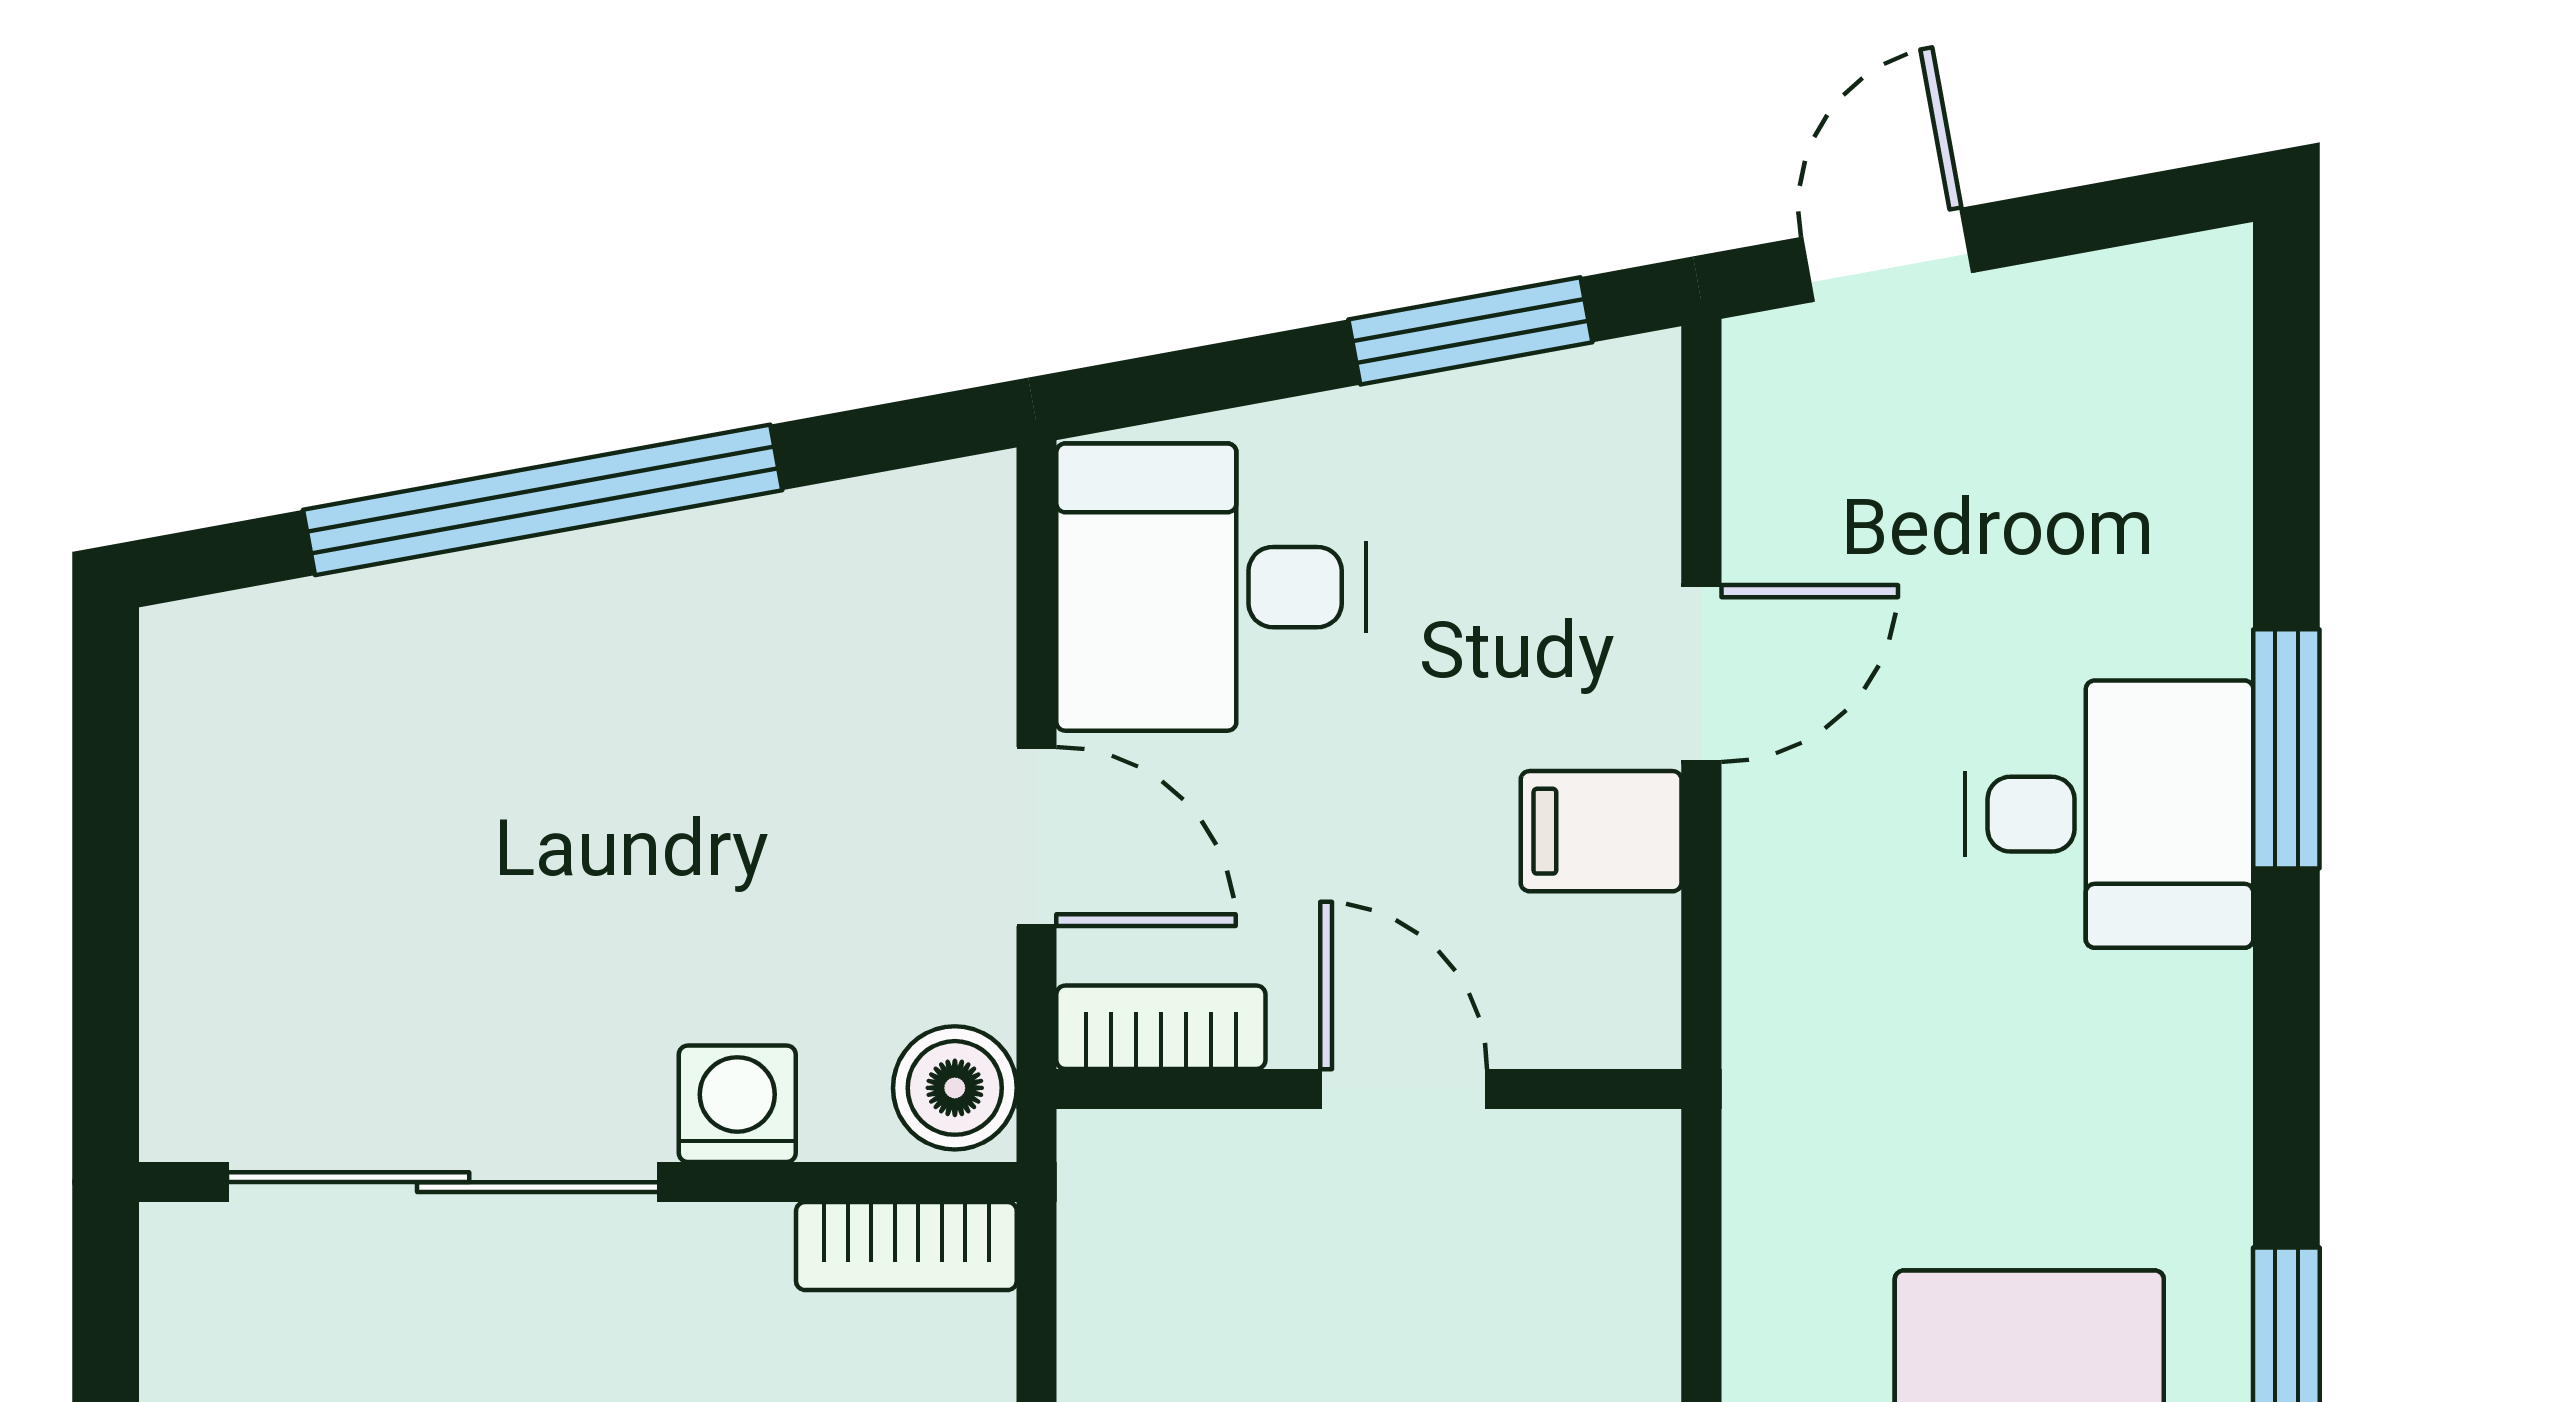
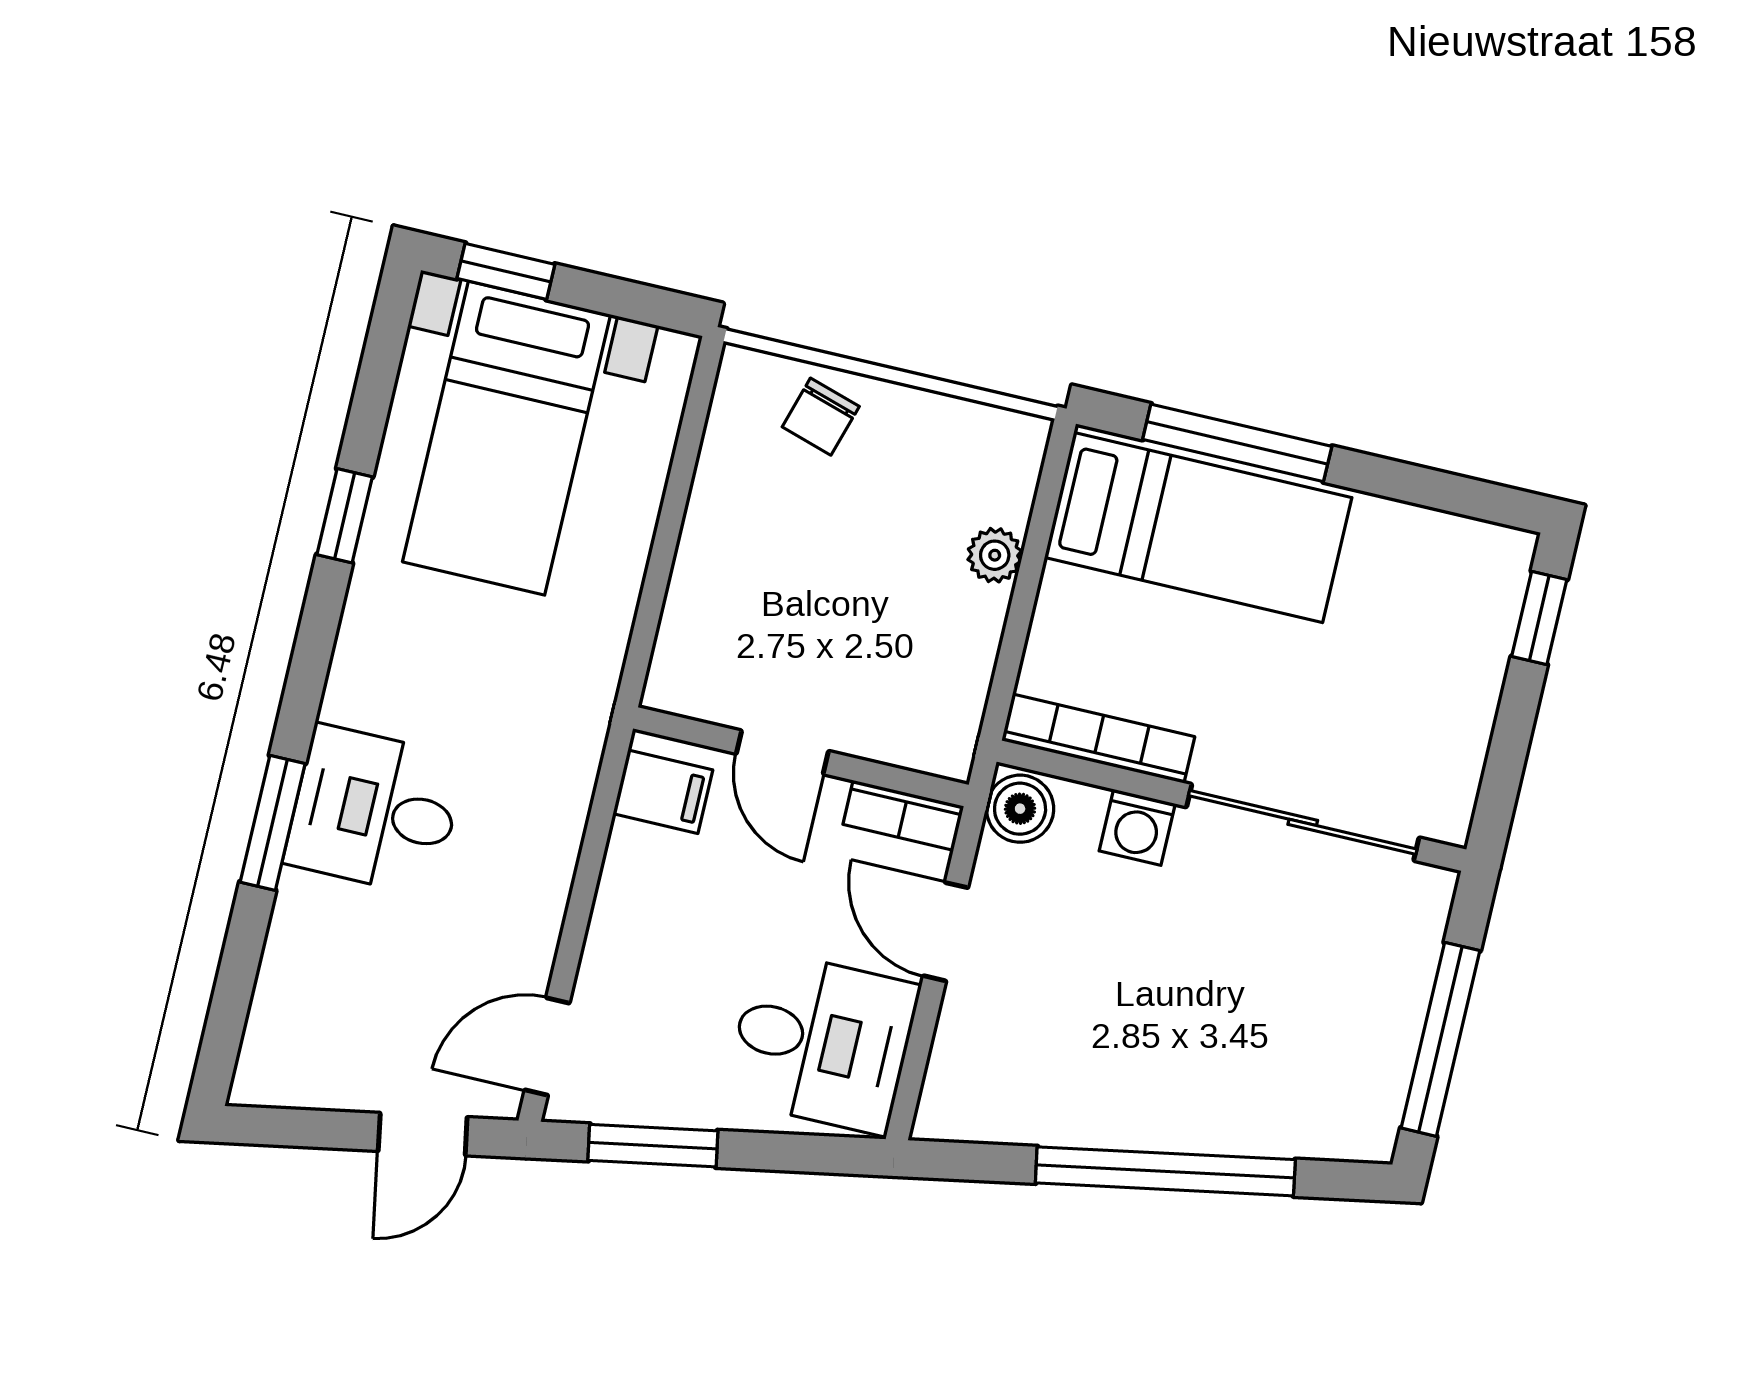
door: (1701, 673) -> (547, 1046), moved
filing cabinet: (1601, 831) -> (663, 792), moved
window: (106, 852) -> (1440, 1039), added
bookcase: (906, 1246) -> (1098, 739), width x1.56

